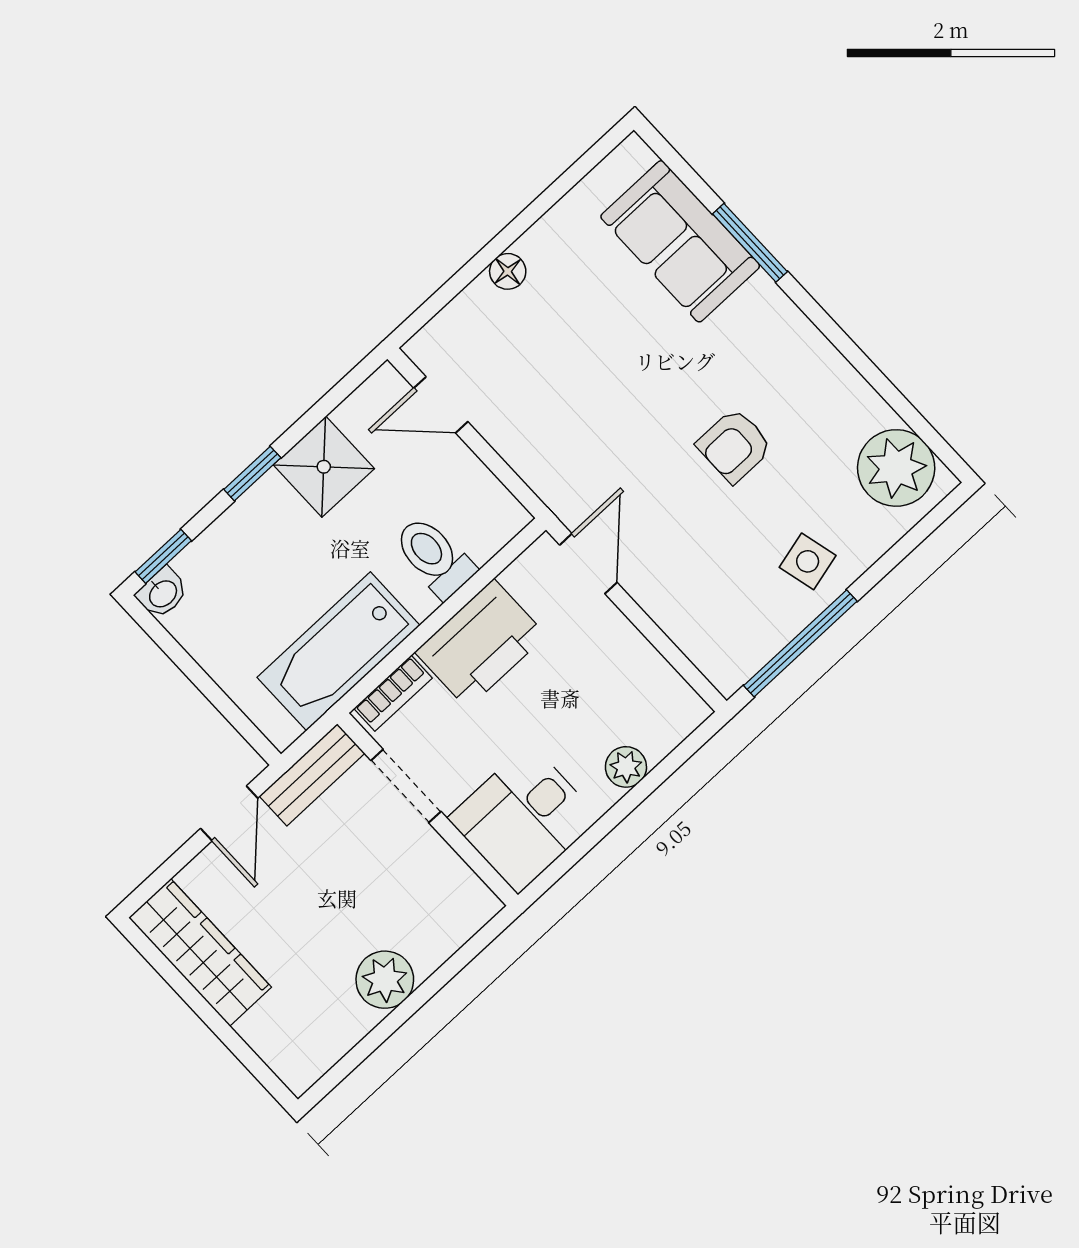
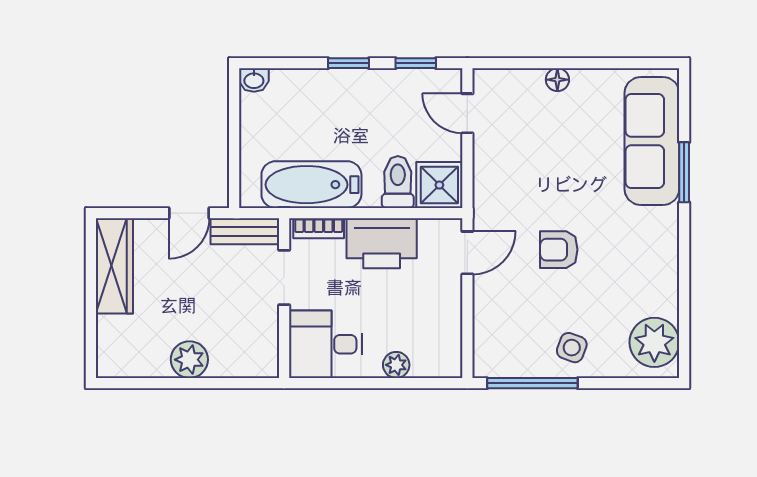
sofa: (680, 241) -> (652, 141), width x1.36
armchair: (734, 446) -> (559, 250), moved
shower: (324, 467) -> (439, 185), moved
window: (163, 556) -> (416, 63), moved
side table: (808, 561) -> (572, 348), turned 34

